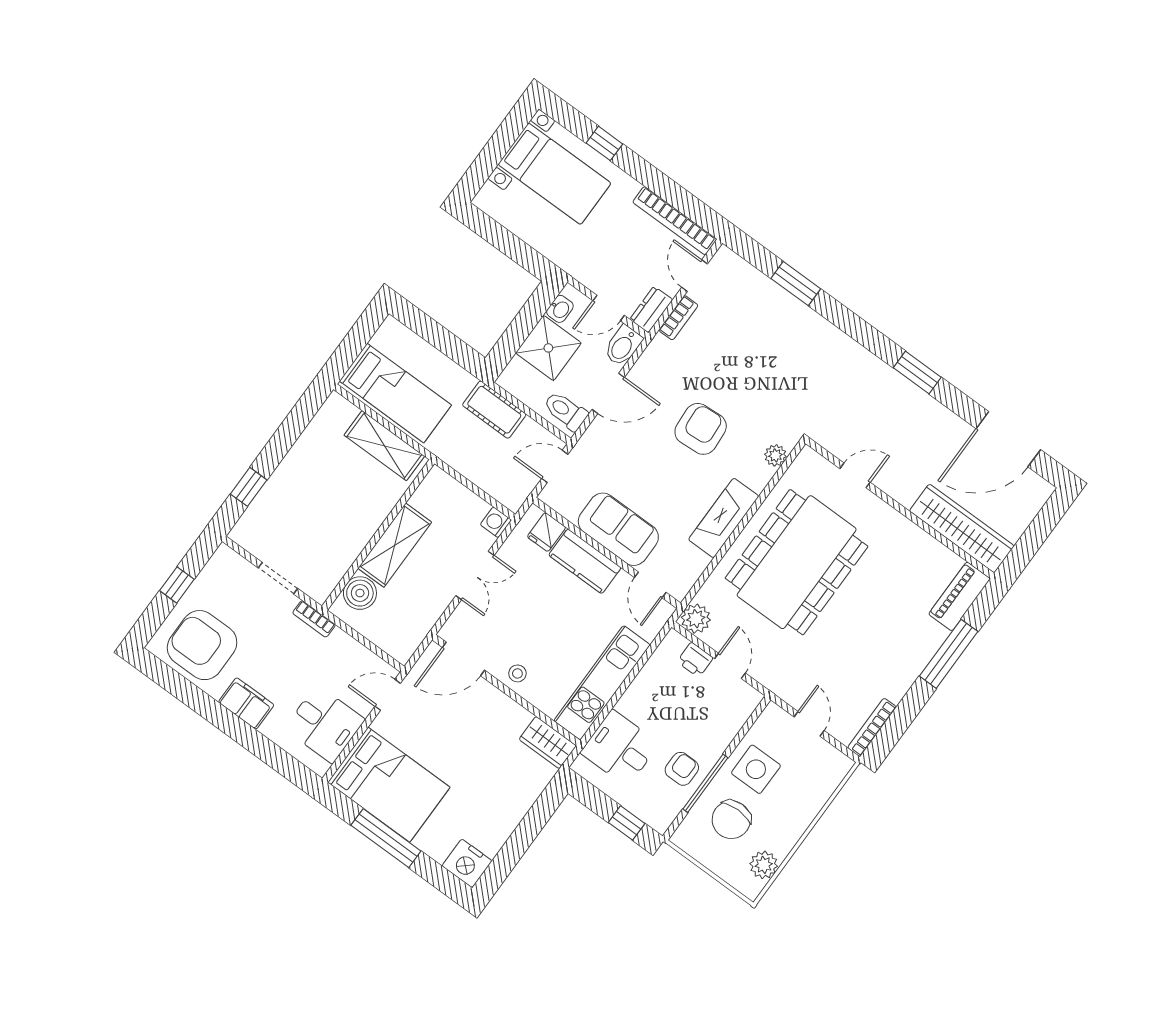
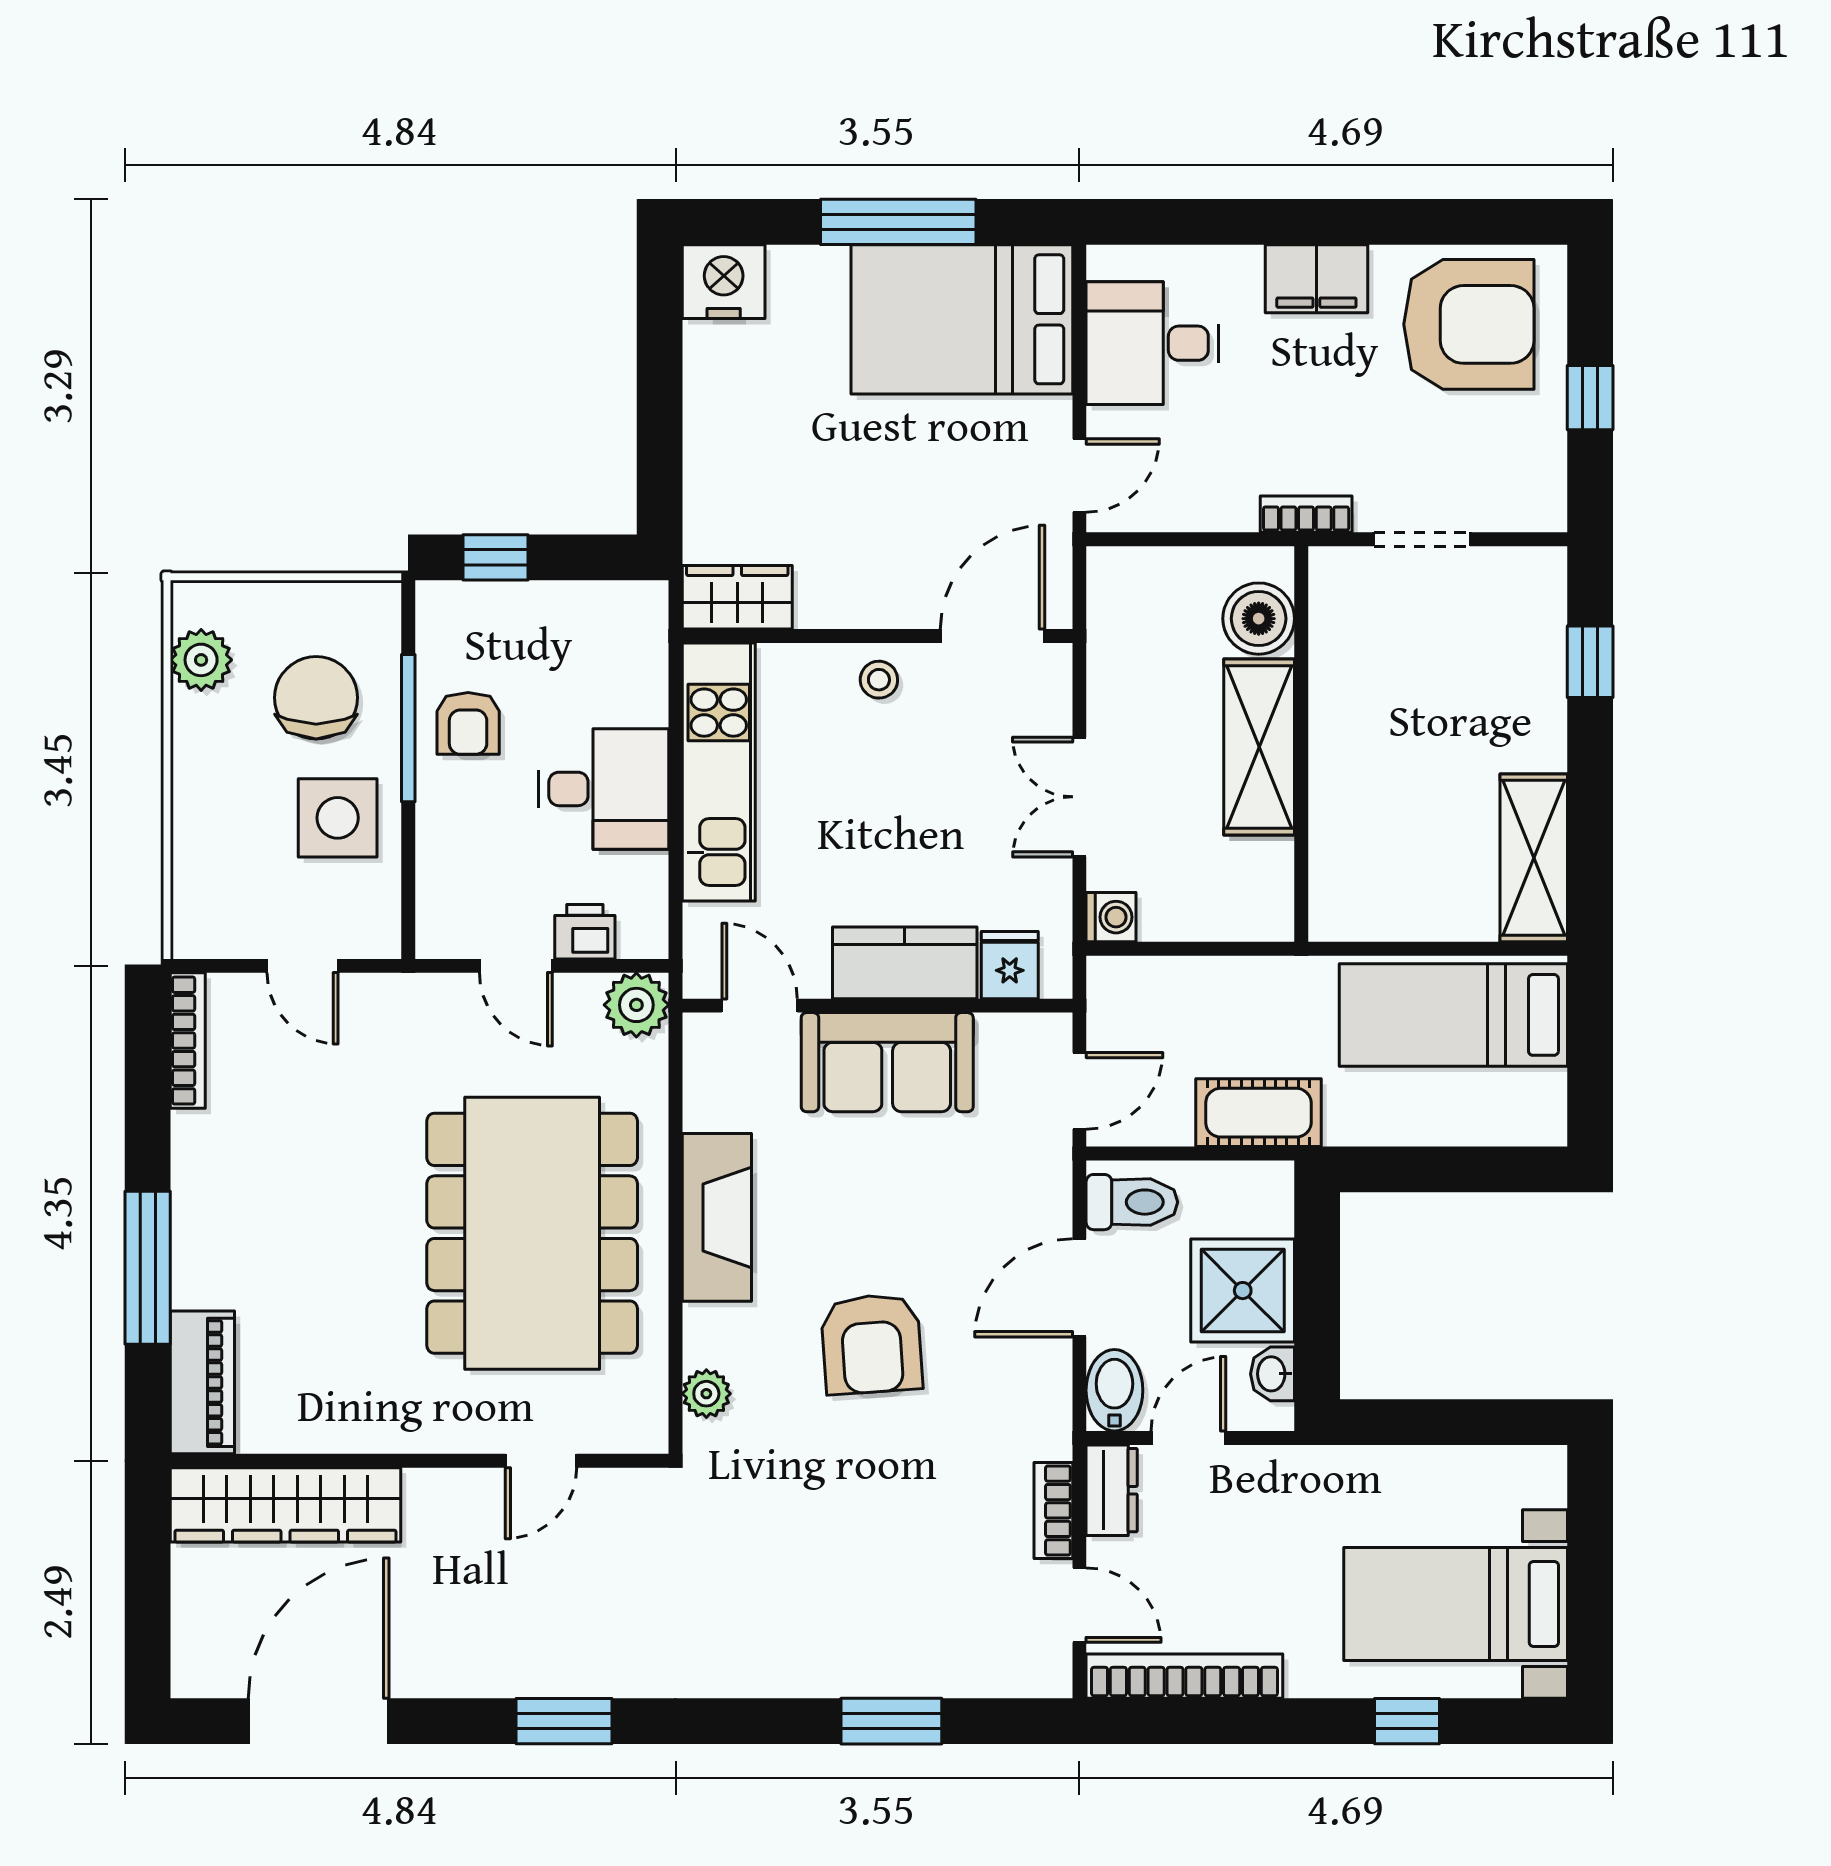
shelving: (384, 446) -> (1534, 858), moved, turned 90
desk: (620, 748) -> (604, 789), moved

